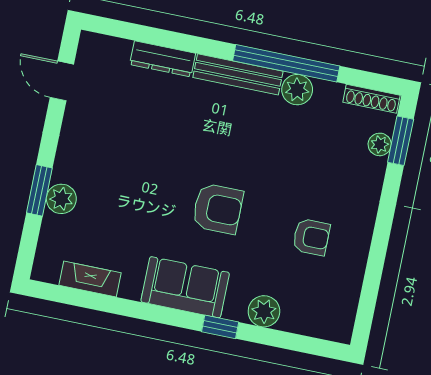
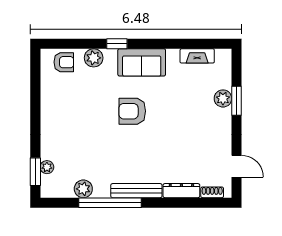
plant: (297, 90) -> (83, 189), moved
shoe rack: (371, 99) -> (212, 192), moved, width x0.70
armchair: (311, 237) -> (64, 62), moved, turned 180

